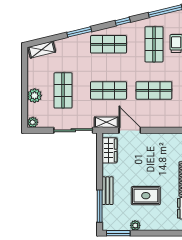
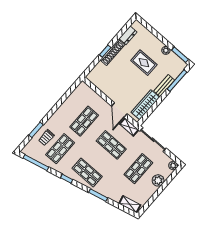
shop shelf: (154, 90) -> (84, 121), turned 90
wardrobe: (109, 150) -> (145, 105), width x1.50

